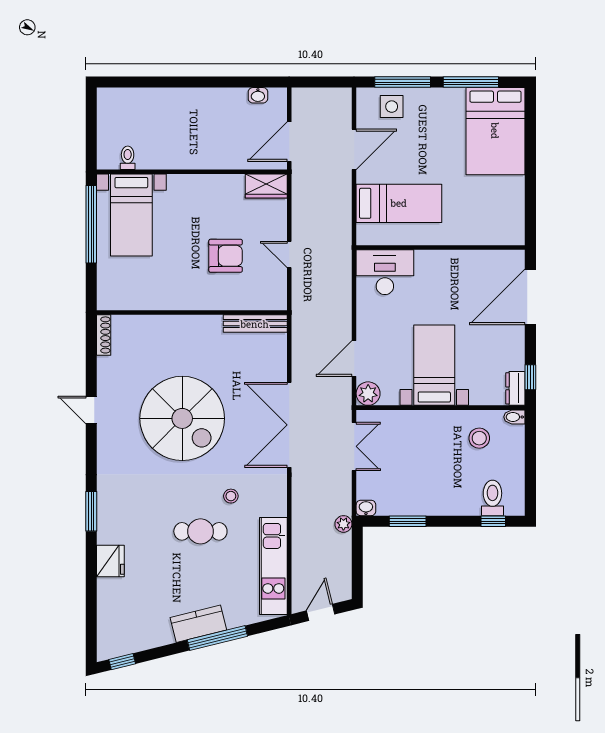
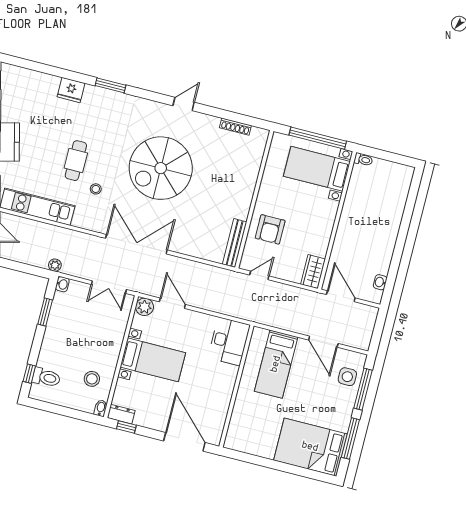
toilet: (128, 158) -> (363, 160), moved
wall: (192, 312) -> (254, 199), moved
bench: (255, 324) -> (235, 243), moved

